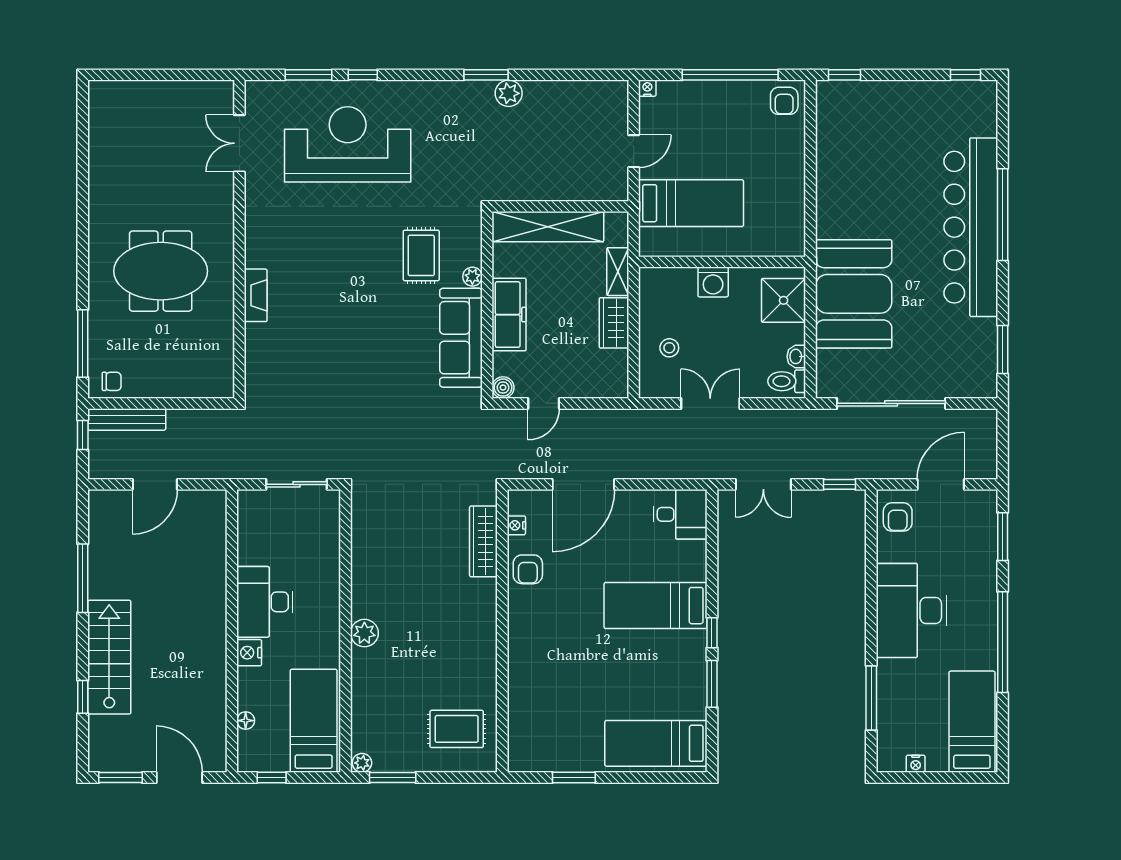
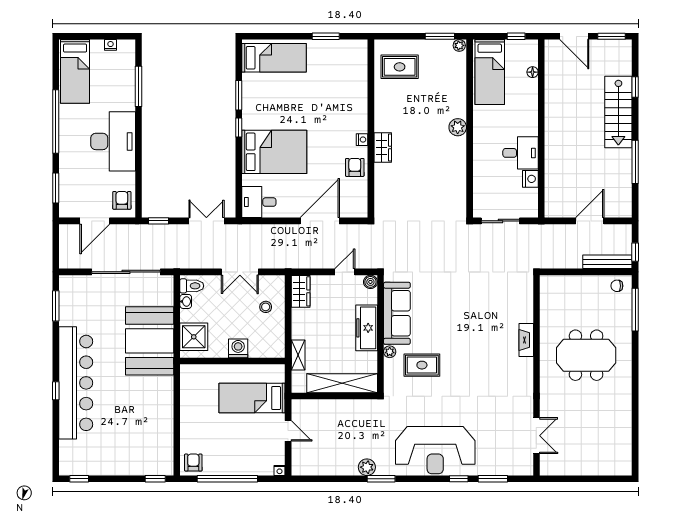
reception desk: (348, 144) -> (435, 450), moved
door: (634, 151) -> (288, 431), swing flipped
window: (1003, 215) -> (56, 391), width x0.32
rug: (421, 255) -> (422, 365), turned 90
wardrobe: (614, 323) -> (301, 291), moved
nightstand: (516, 525) -> (362, 140), moved
wardrobe: (483, 541) -> (383, 147), moved, width x0.67
desk: (265, 602) -> (521, 153), width x0.73
bed: (656, 606) -> (274, 152), width x1.50
nightstand: (249, 653) -> (530, 179), moved

